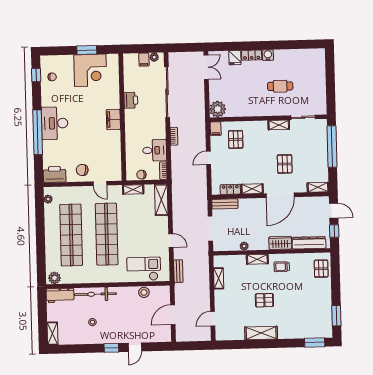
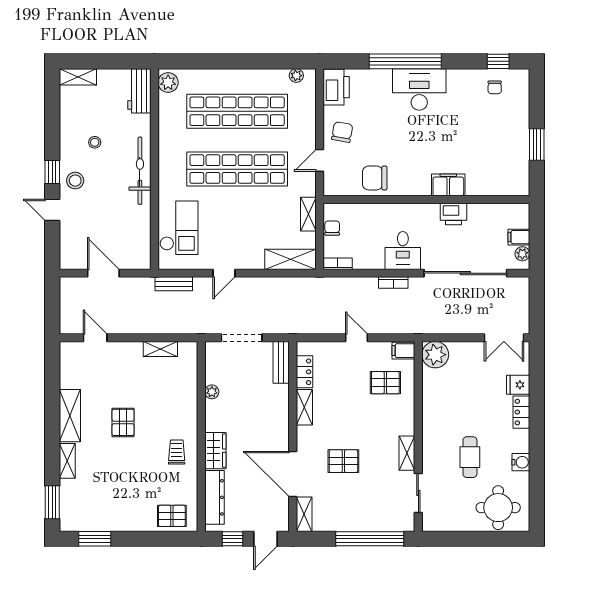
water cooler: (268, 55) -> (521, 462), moved
round table: (311, 68) -> (498, 508), added
corner desk: (90, 70) -> (504, 149), removed
filing cabinet: (113, 119) -> (448, 185), moved
chair: (110, 149) -> (375, 178), added
desk: (155, 150) -> (403, 250), moved
door: (280, 195) -> (293, 474), moved
shelving: (257, 259) -> (67, 461), moved
stool: (144, 292) -> (75, 181), moved
bicycle: (95, 294) -> (140, 171), moved

